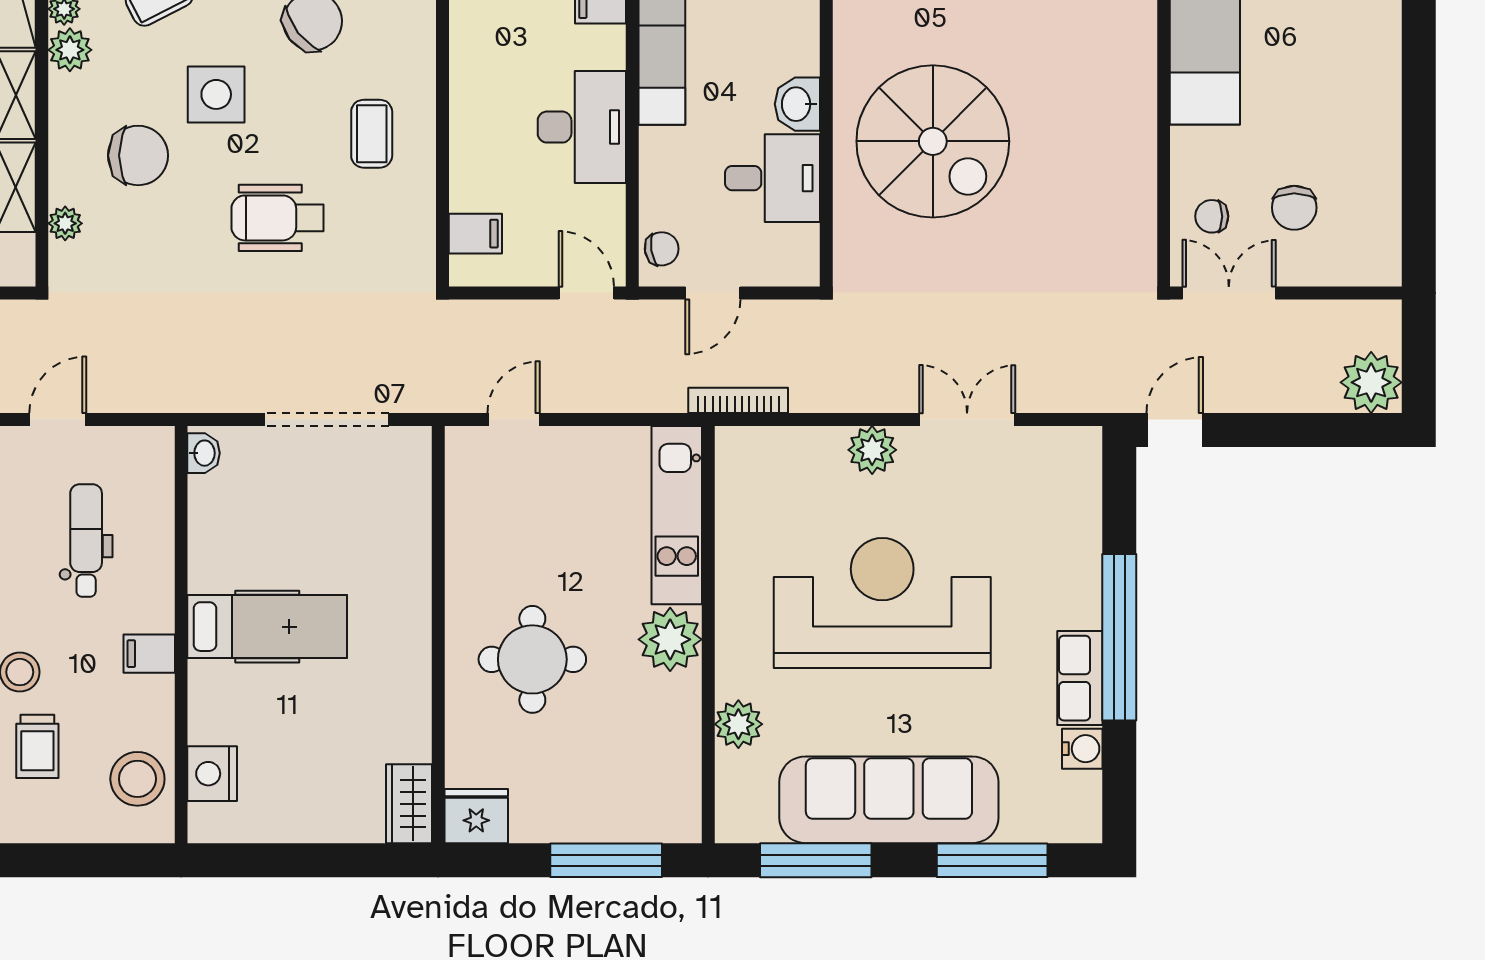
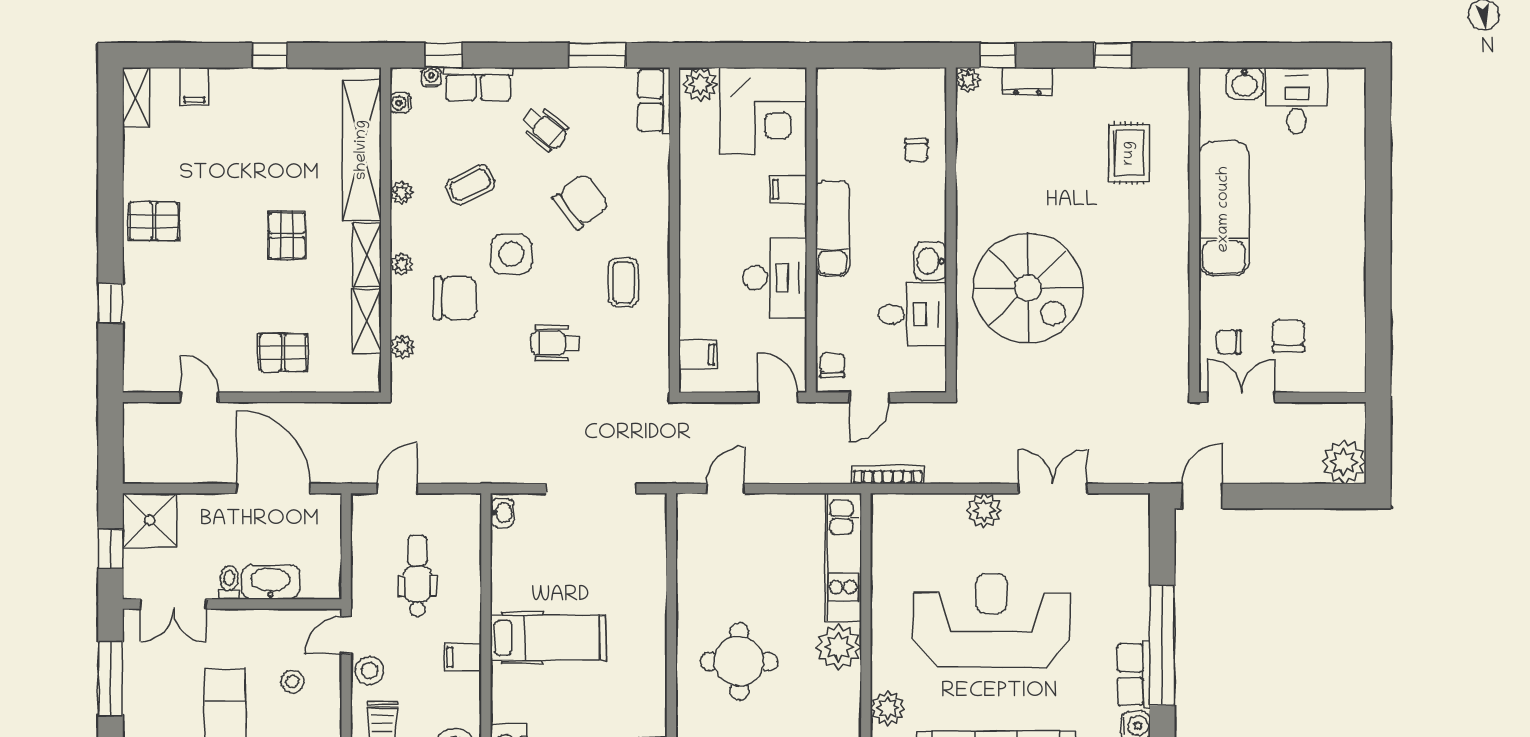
plant: (70, 50) -> (402, 264), moved, width x0.73, depth x0.73
chair: (1294, 208) -> (1288, 336), turned 180
wheelchair: (278, 218) -> (556, 343), width x0.73, depth x0.73
chair: (662, 249) -> (832, 365), turned -81

